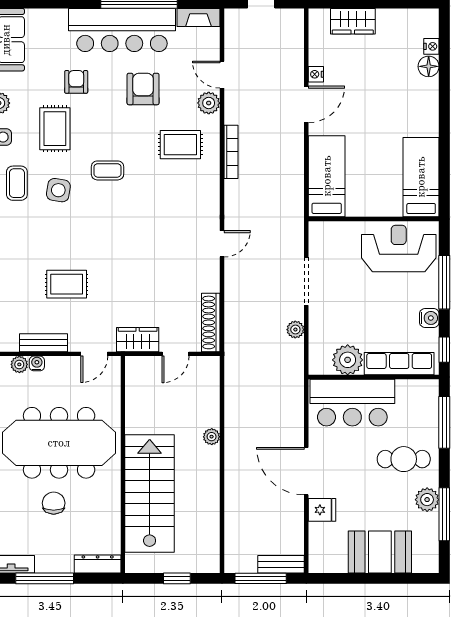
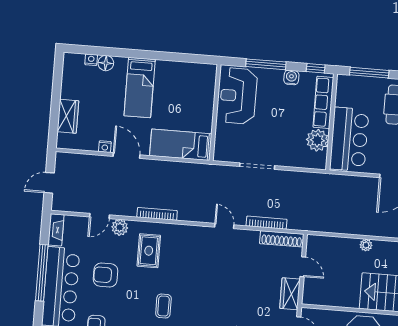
bed: (421, 177) -> (140, 88), moved, turned -90
bookcase: (231, 300) -> (267, 223), added
plant: (295, 330) -> (292, 177), removed

